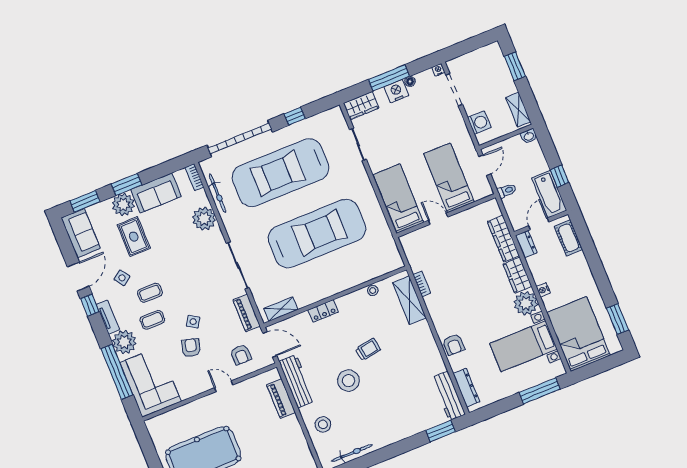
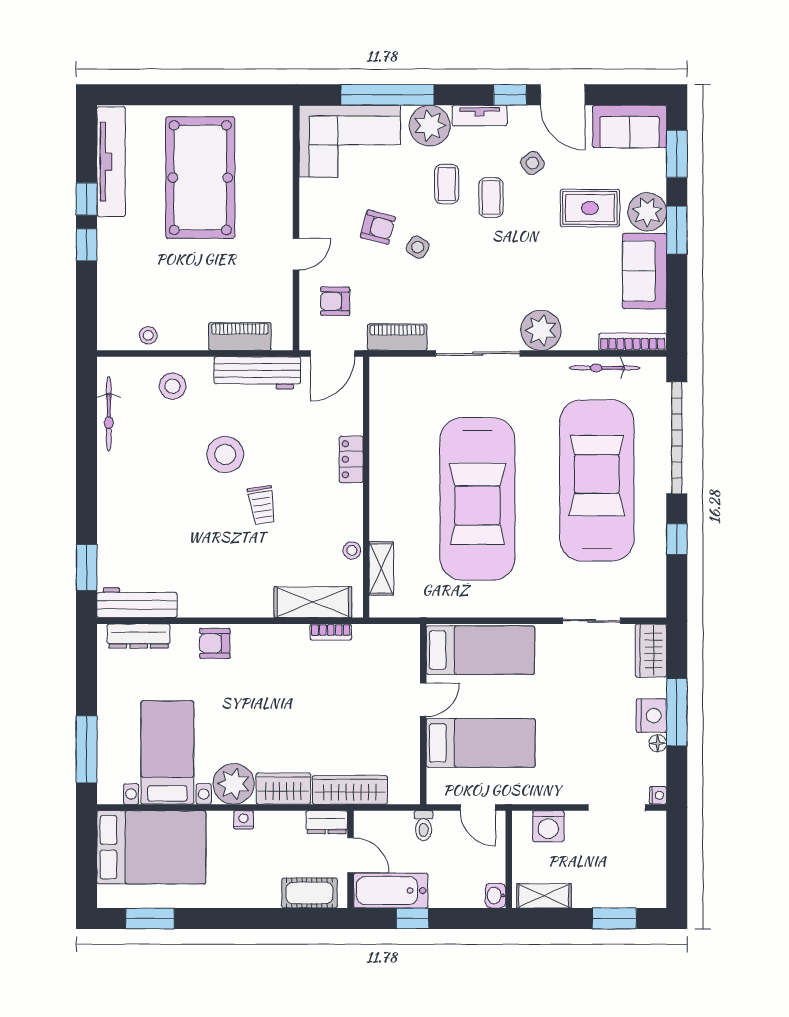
bookcase: (194, 177) -> (633, 342), width x1.56
plant: (204, 219) -> (541, 330), moved
shelving: (281, 309) -> (381, 569), moved
stool: (301, 449) -> (148, 335), added

